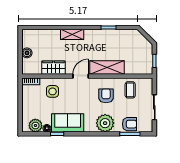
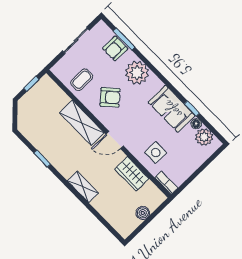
armchair: (106, 96) -> (110, 97), turned -132
armchair: (129, 124) -> (115, 48), turned -90

